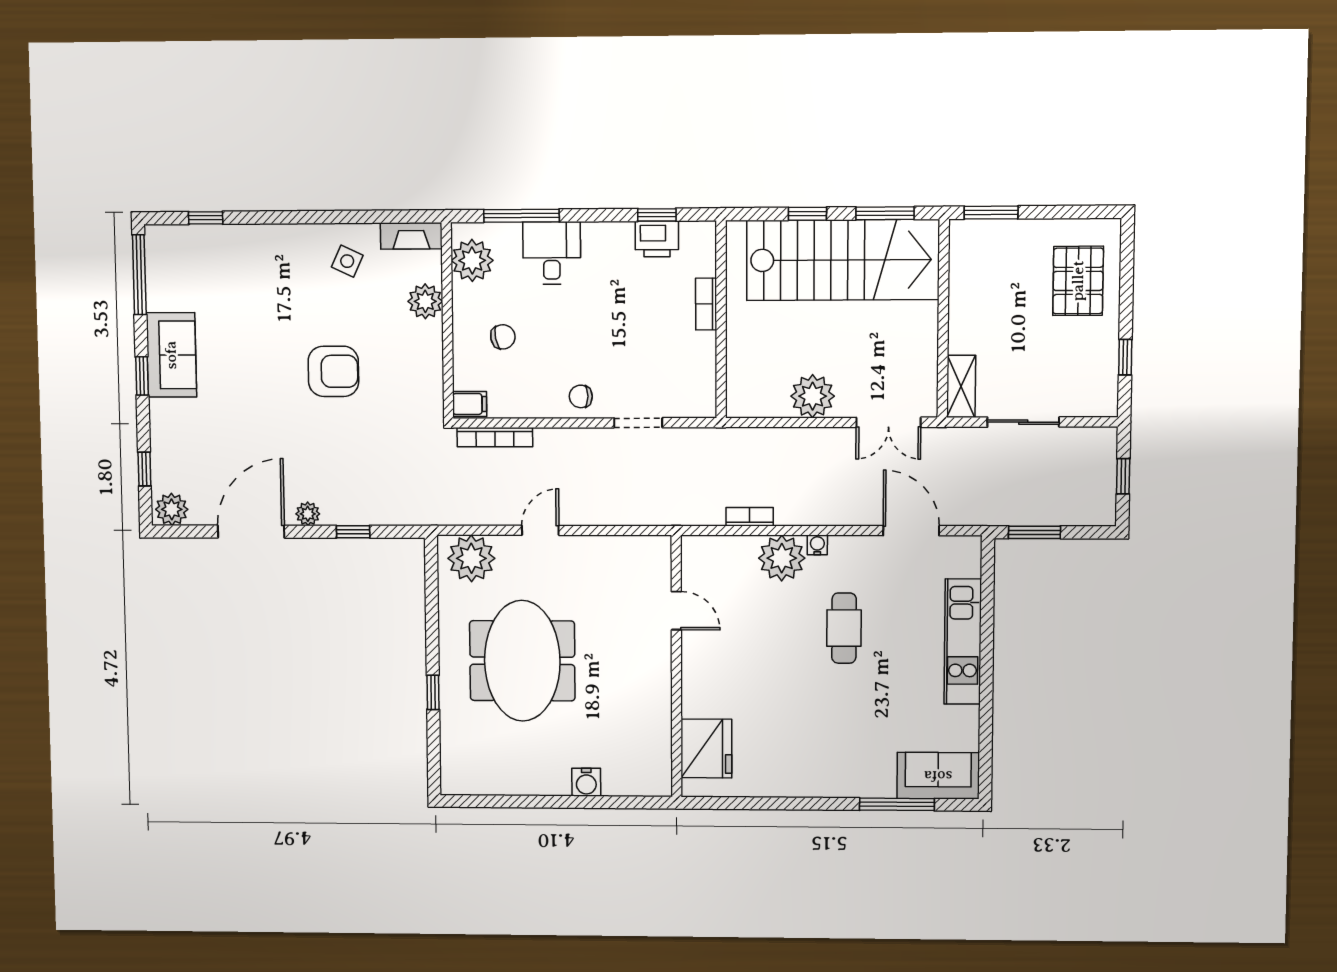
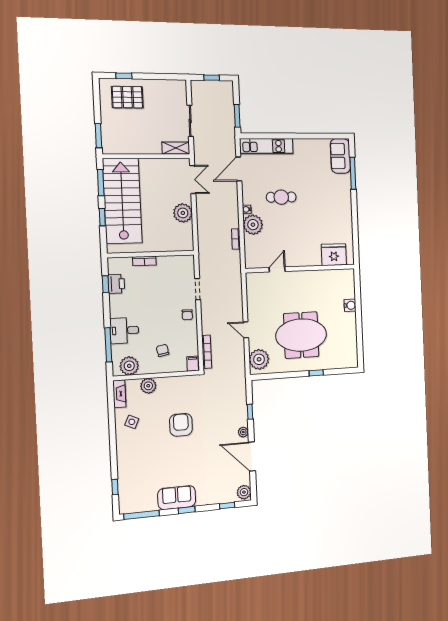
window: (1125, 357) -> (124, 76), moved
kitchen unit: (963, 642) -> (266, 146), moved

